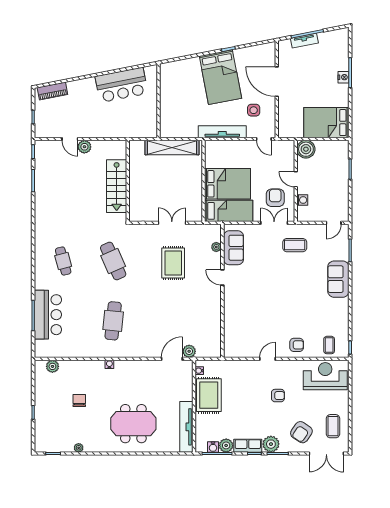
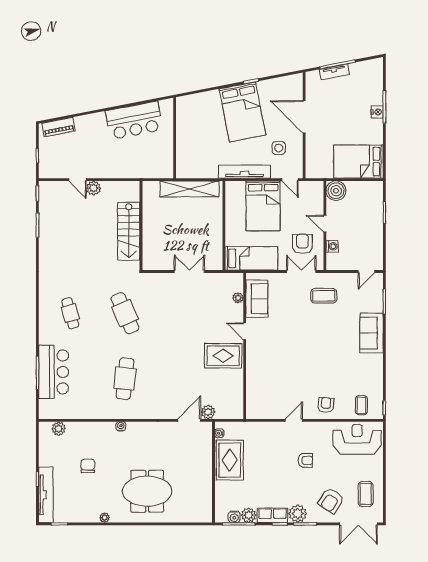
bed: (227, 184) -> (263, 206), moved, turned 90
rug: (173, 263) -> (223, 356), moved, turned 90
armchair: (297, 345) -> (326, 405), turned -85
tv unit: (186, 427) -> (46, 495), moved, turned 180
plant: (79, 448) -> (105, 518), moved

